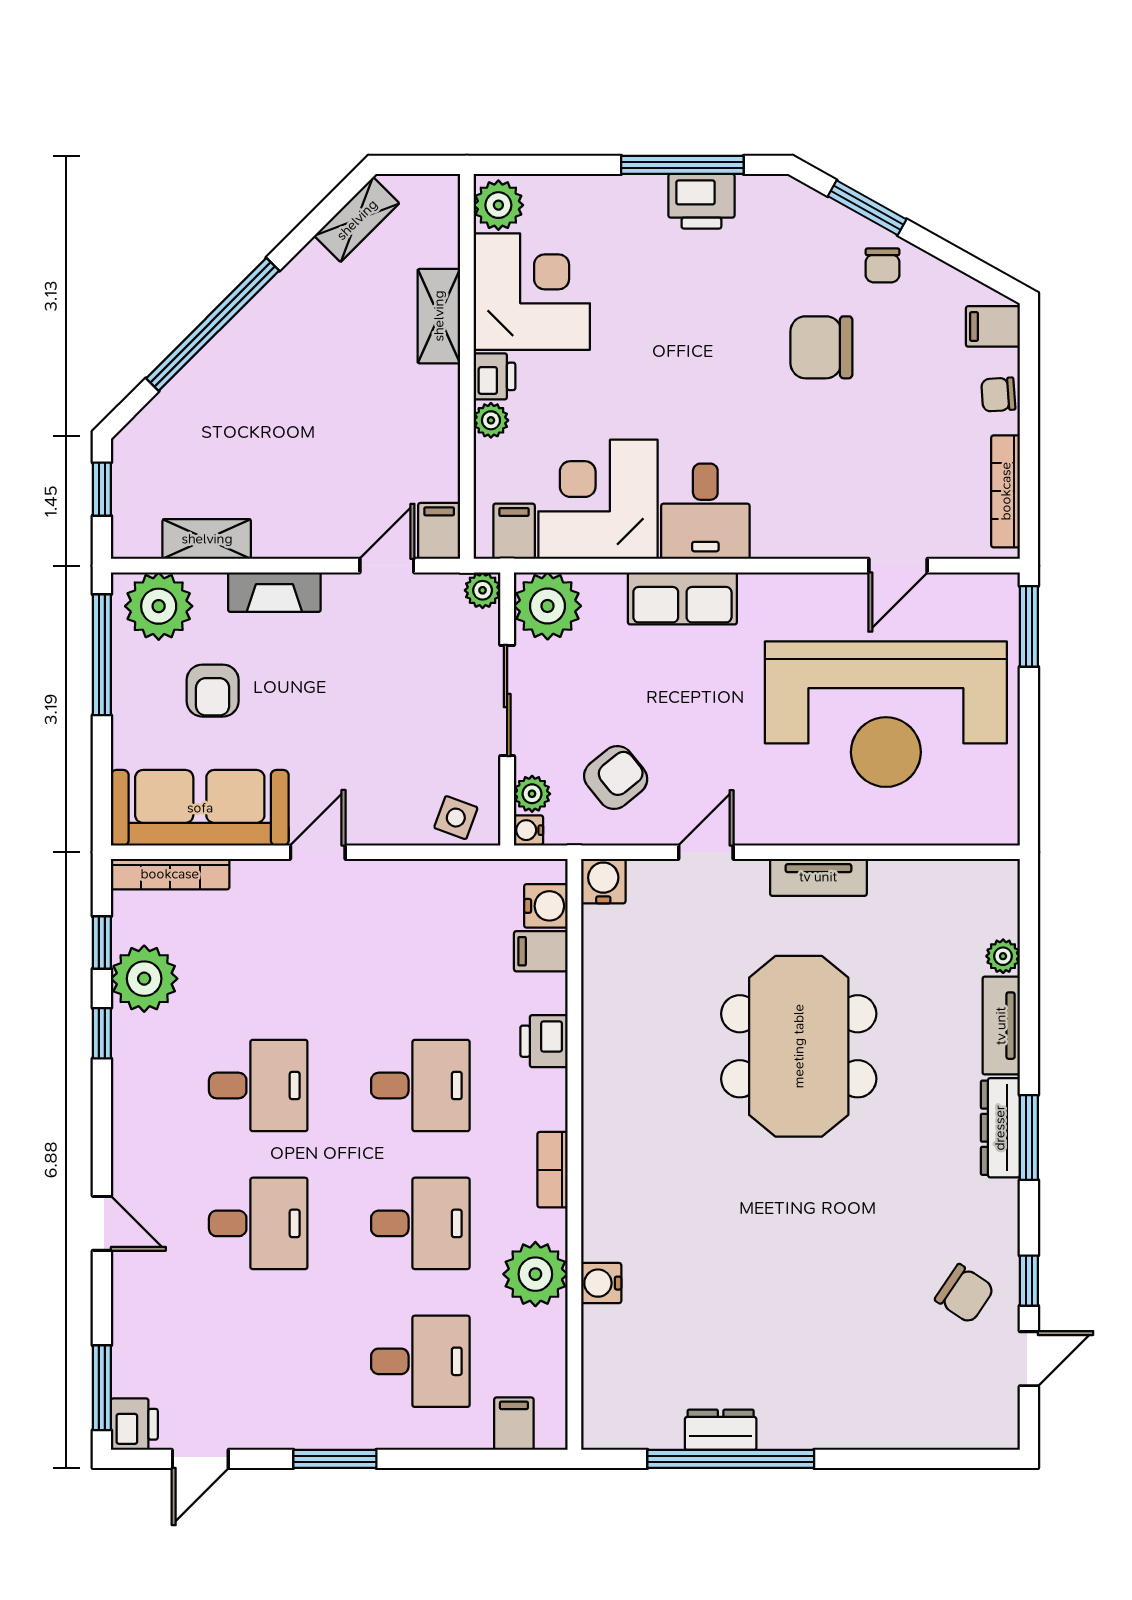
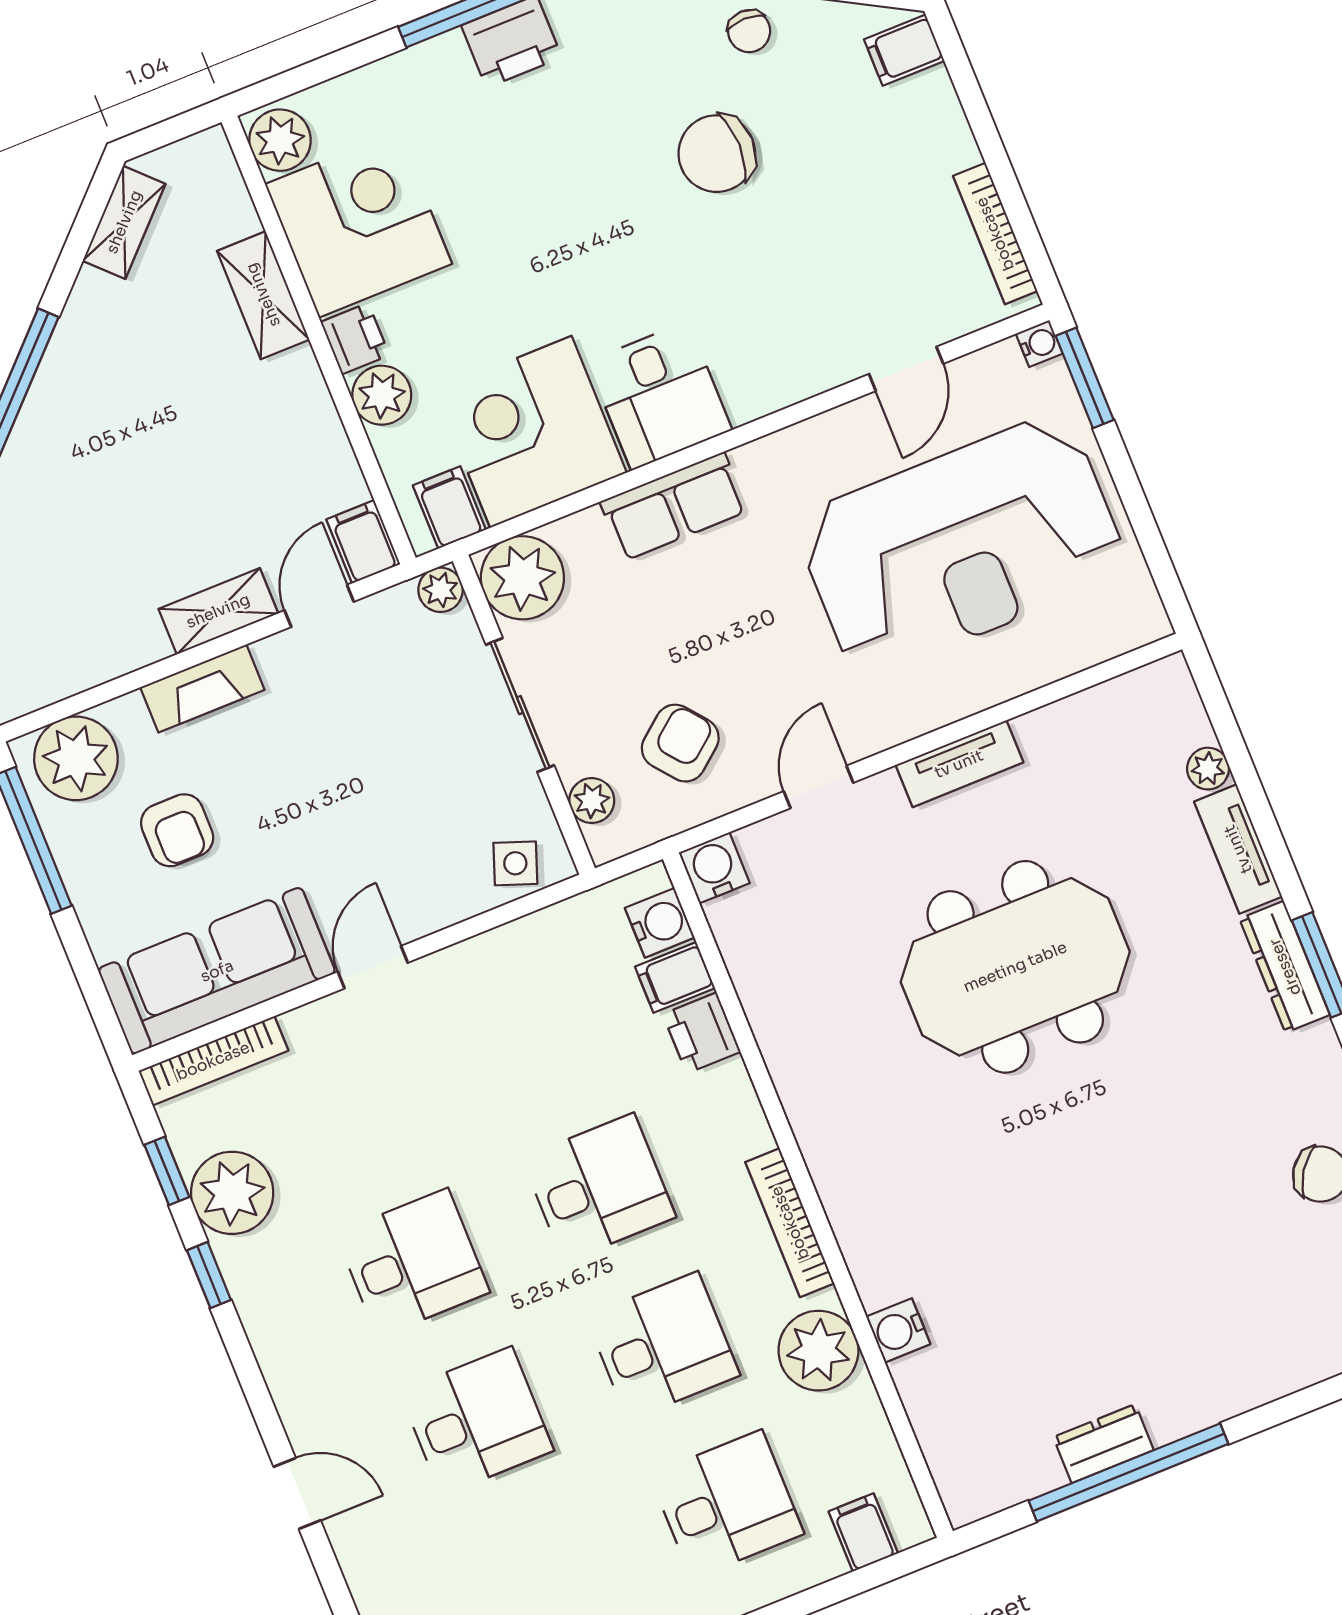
chair: (998, 395) -> (942, 126), removed
plant: (491, 420) -> (382, 395), width x1.38, depth x1.38
shelving: (207, 539) -> (218, 611), moved
water cooler: (529, 830) -> (1039, 344), moved, turned 180
printer: (544, 1041) -> (702, 1033), moved
meeting table: (799, 1046) -> (1015, 967), turned 90
bookcase: (553, 1170) -> (790, 1223), width x1.56

